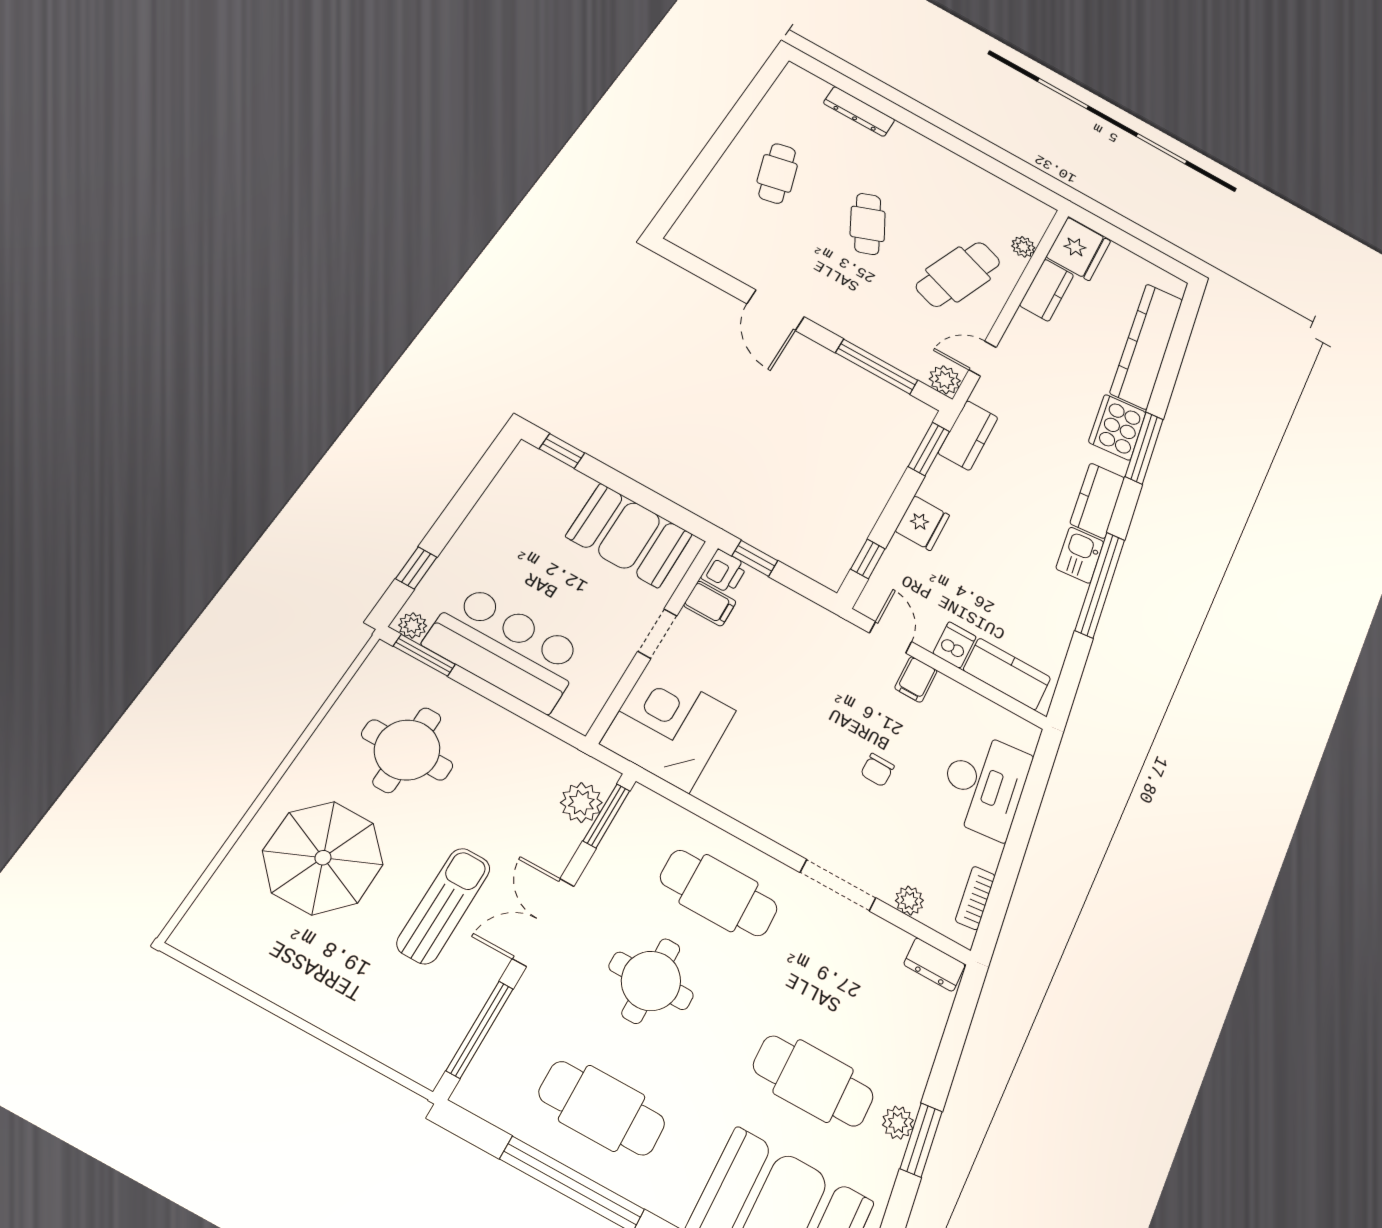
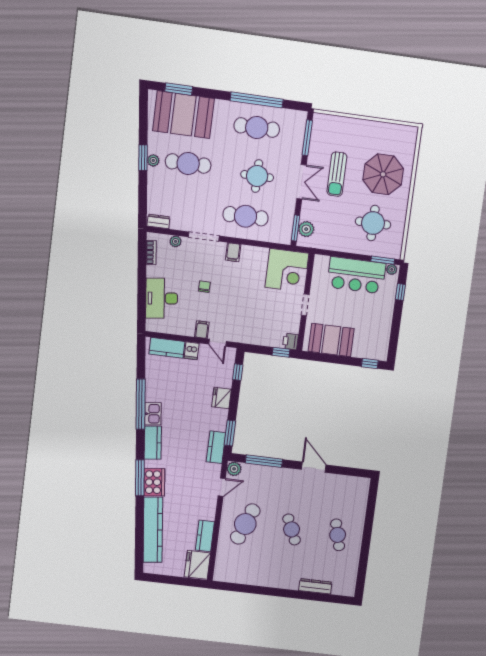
plant: (1023, 247) -> (222, 553), removed
filing cabinet: (710, 604) -> (233, 252), moved, turned -90

